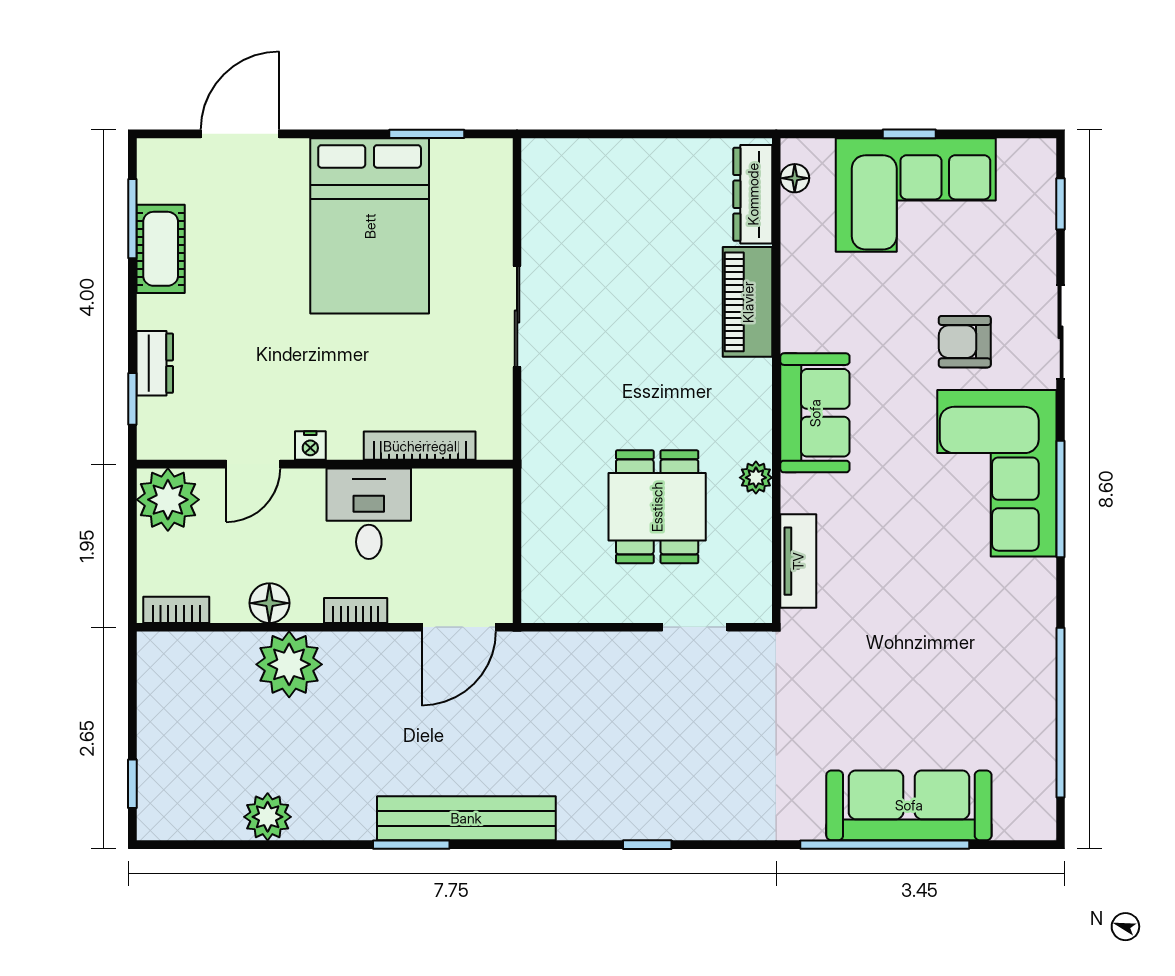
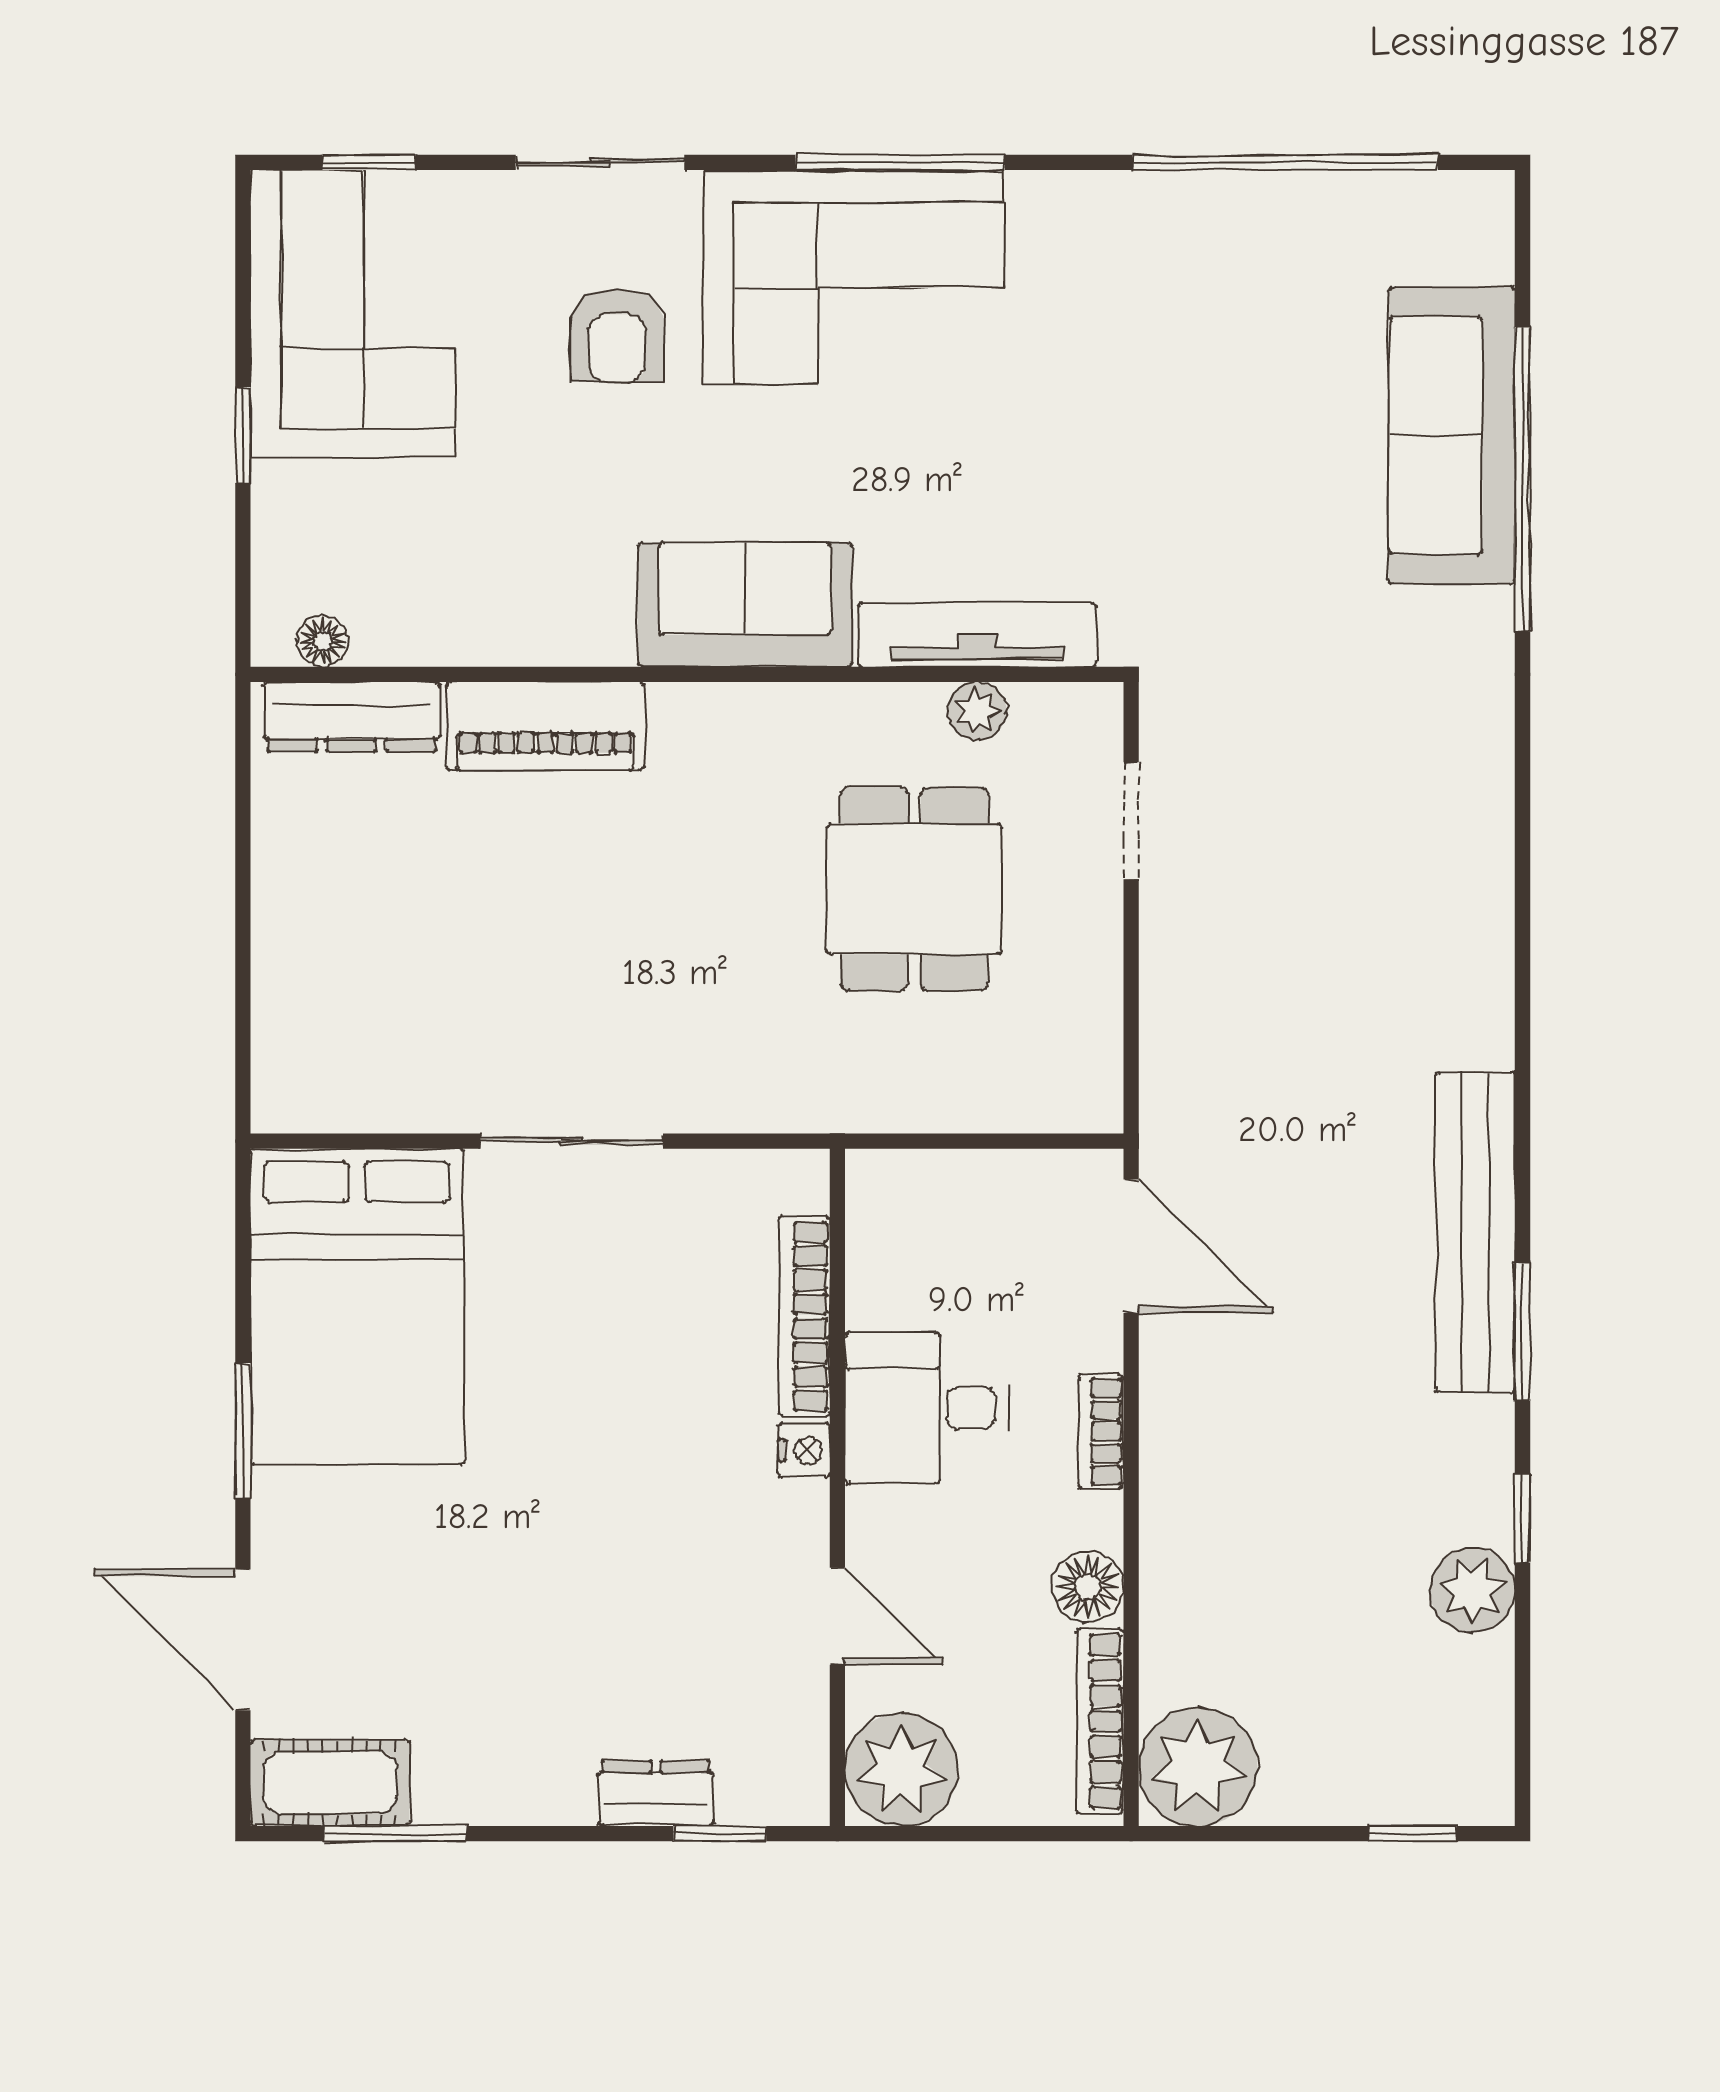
window: (427, 134) -> (243, 1431), moved
corner sofa: (916, 195) -> (353, 314), moved
bed: (370, 226) -> (357, 1307), moved, turned 90
cot: (161, 249) -> (330, 1783), moved
nightstand: (310, 446) -> (804, 1450), moved
plant: (756, 478) -> (977, 711), moved
dining table: (657, 507) -> (914, 889), turned 90
tv unit: (798, 561) -> (977, 635), width x1.41
bookcase: (176, 610) -> (1100, 1721), width x1.56
plant: (289, 664) -> (1198, 1767), moved
window: (647, 845) -> (1522, 1518), moved

